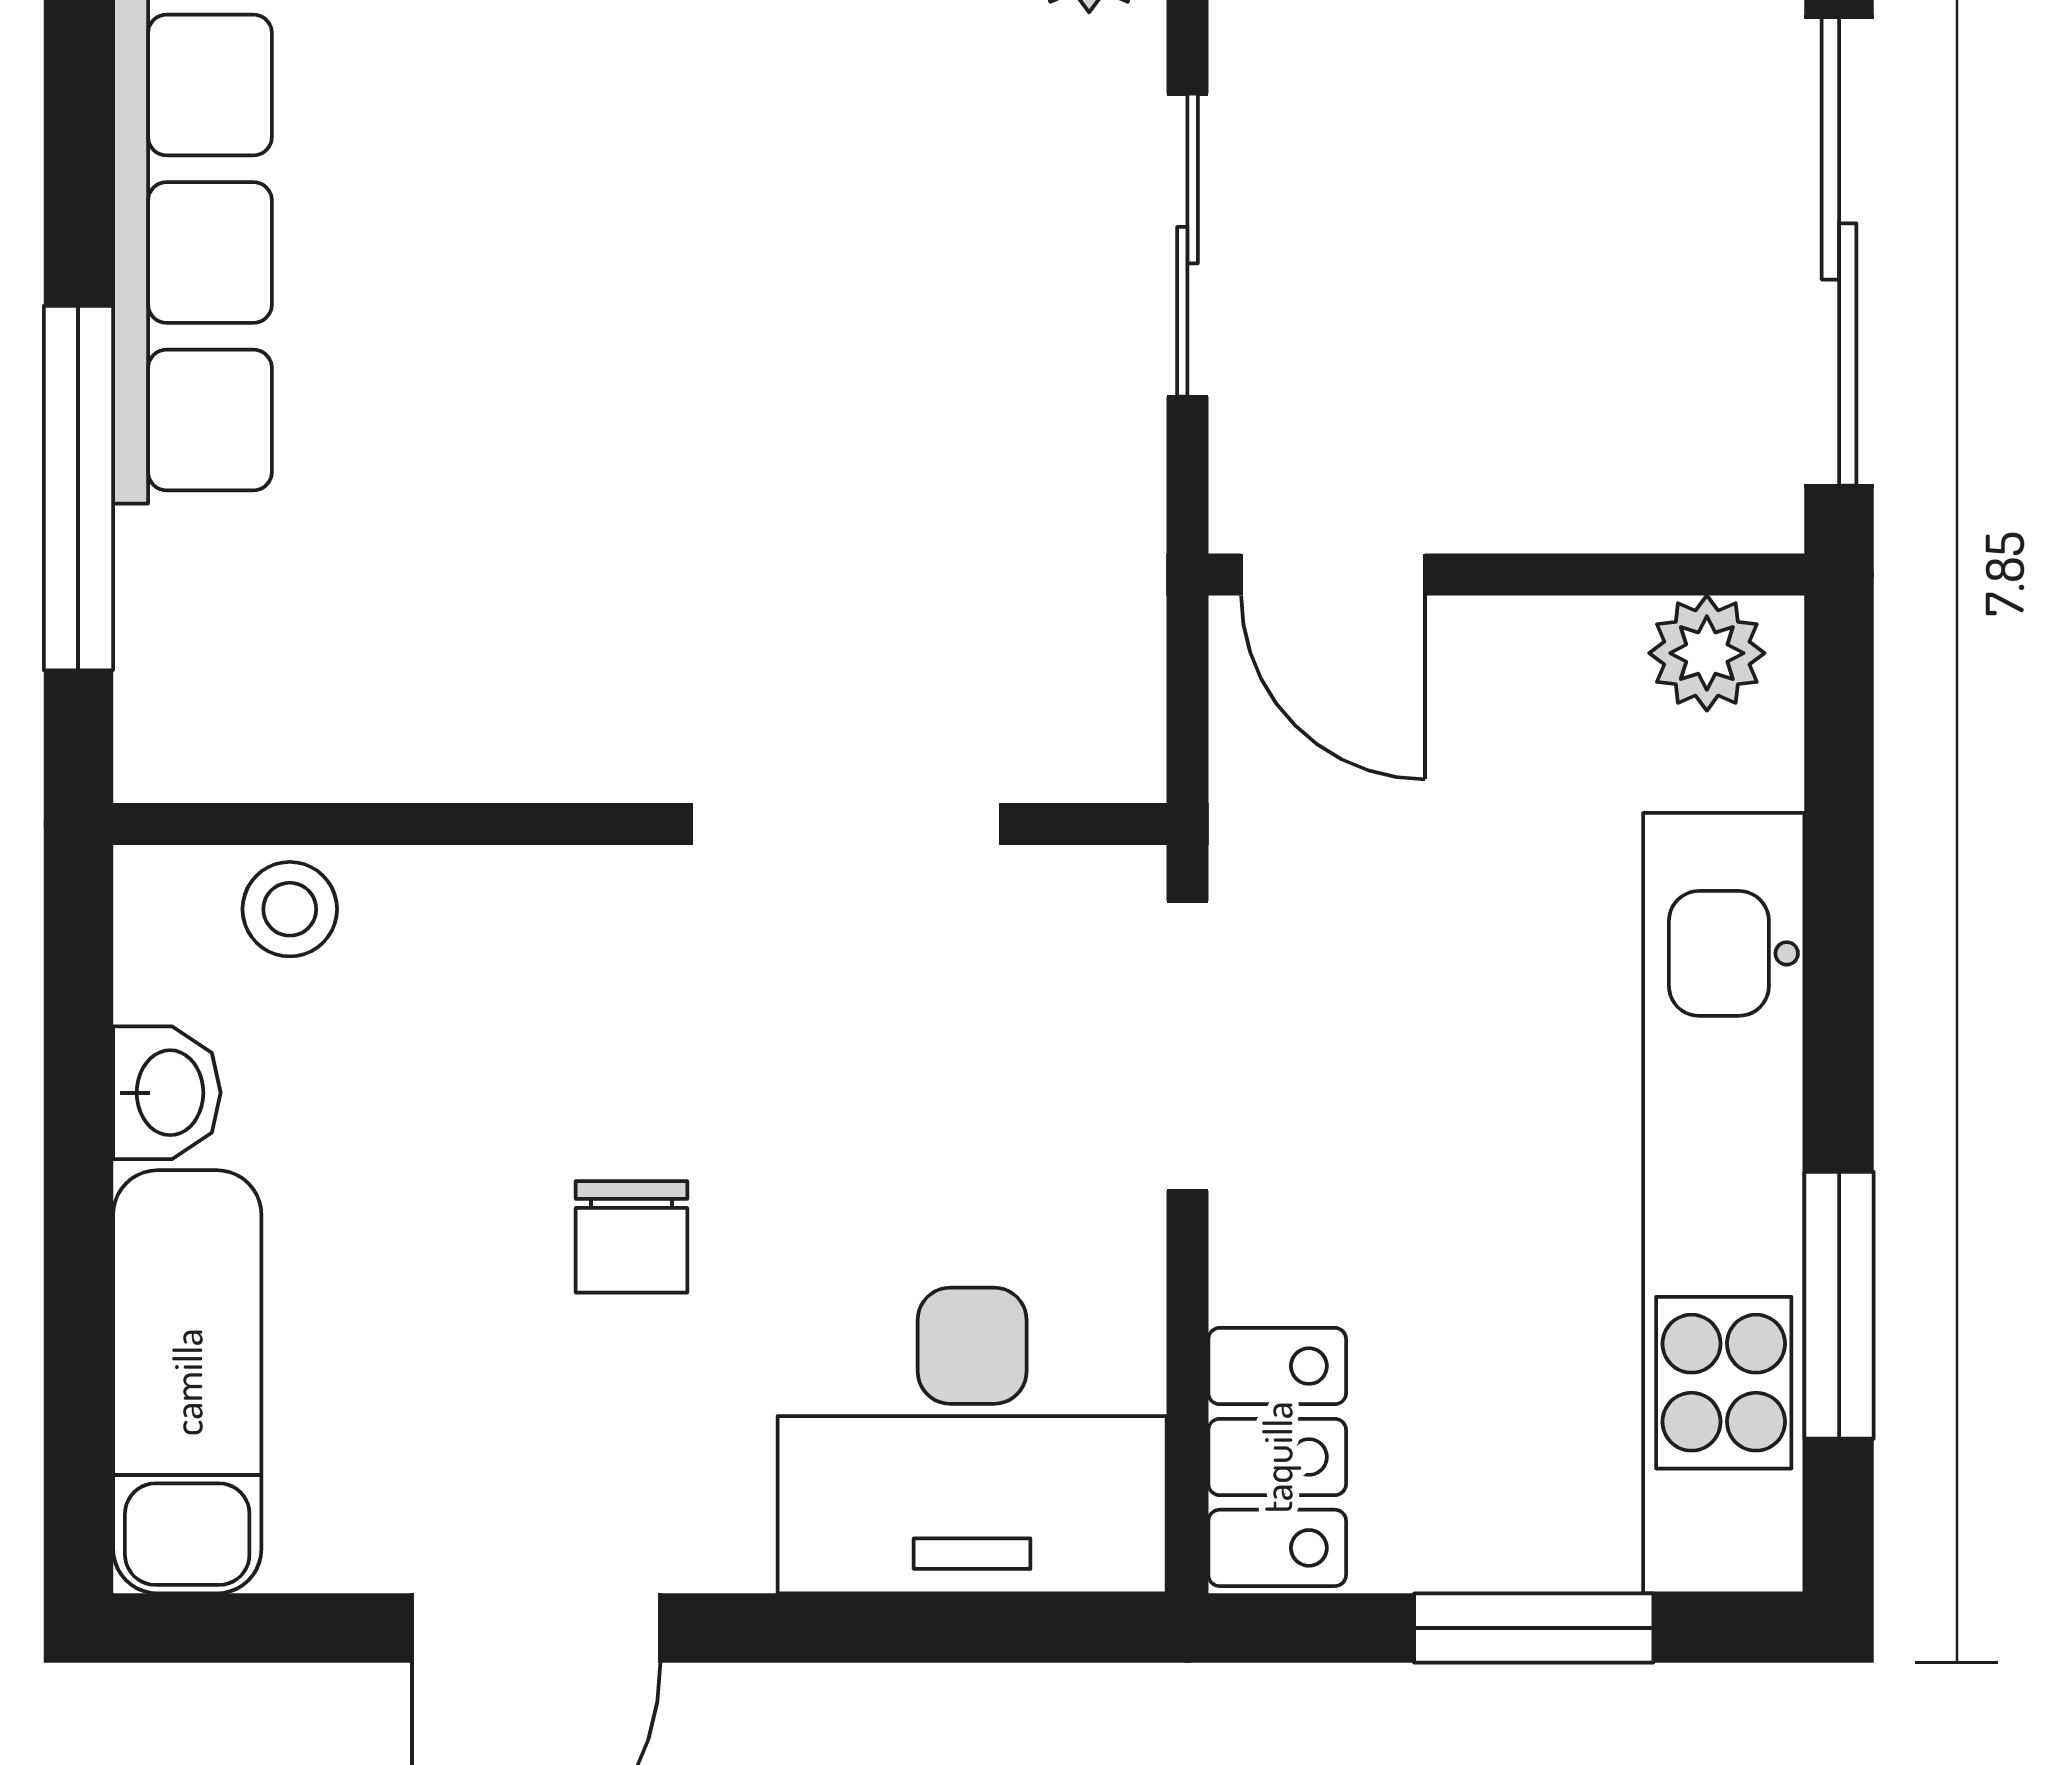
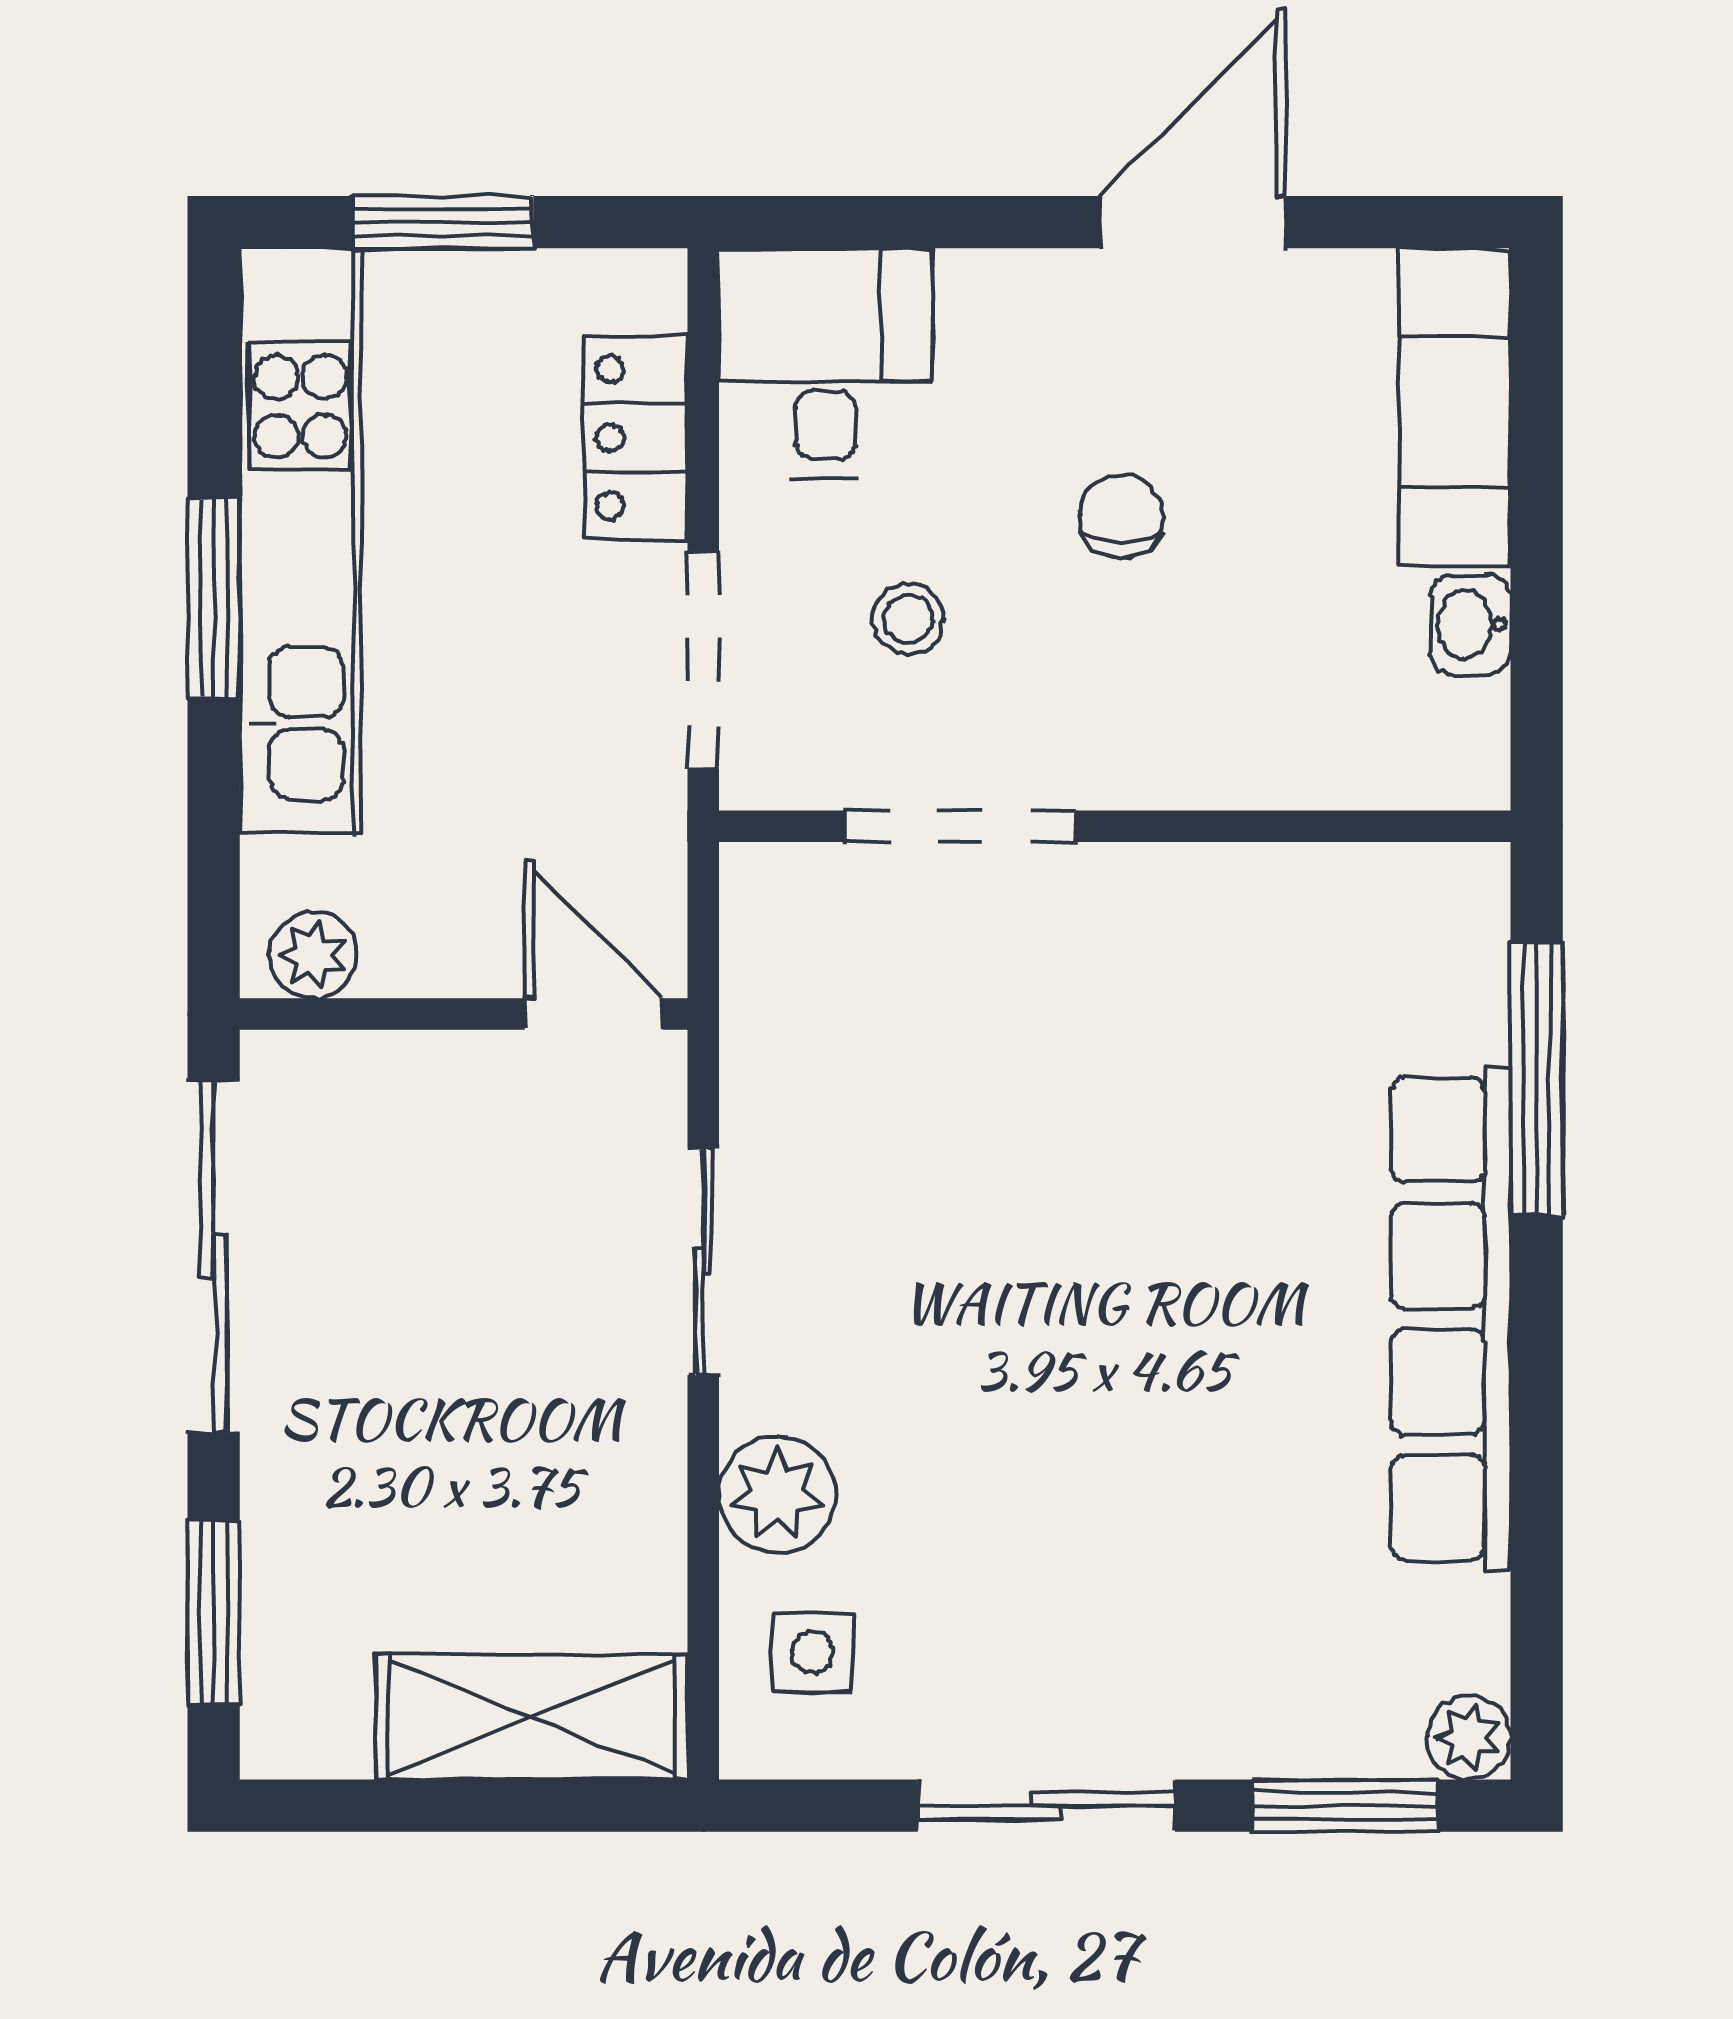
stool: (290, 909) -> (908, 619), moved
window: (1839, 1305) -> (214, 599), moved
desk: (972, 1441) -> (825, 363), width x0.73
locker: (1277, 1457) -> (636, 438), moved

